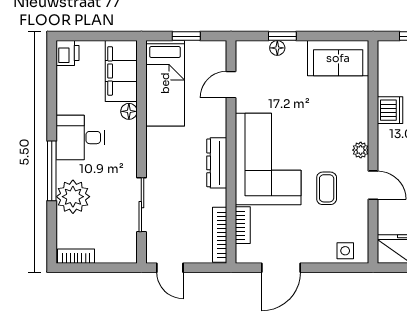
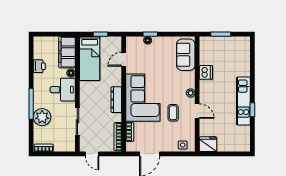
printer: (68, 53) -> (39, 66), moved
sofa: (338, 58) -> (186, 55), moved, turned 90
desk: (80, 138) -> (63, 90), moved, turned 180

